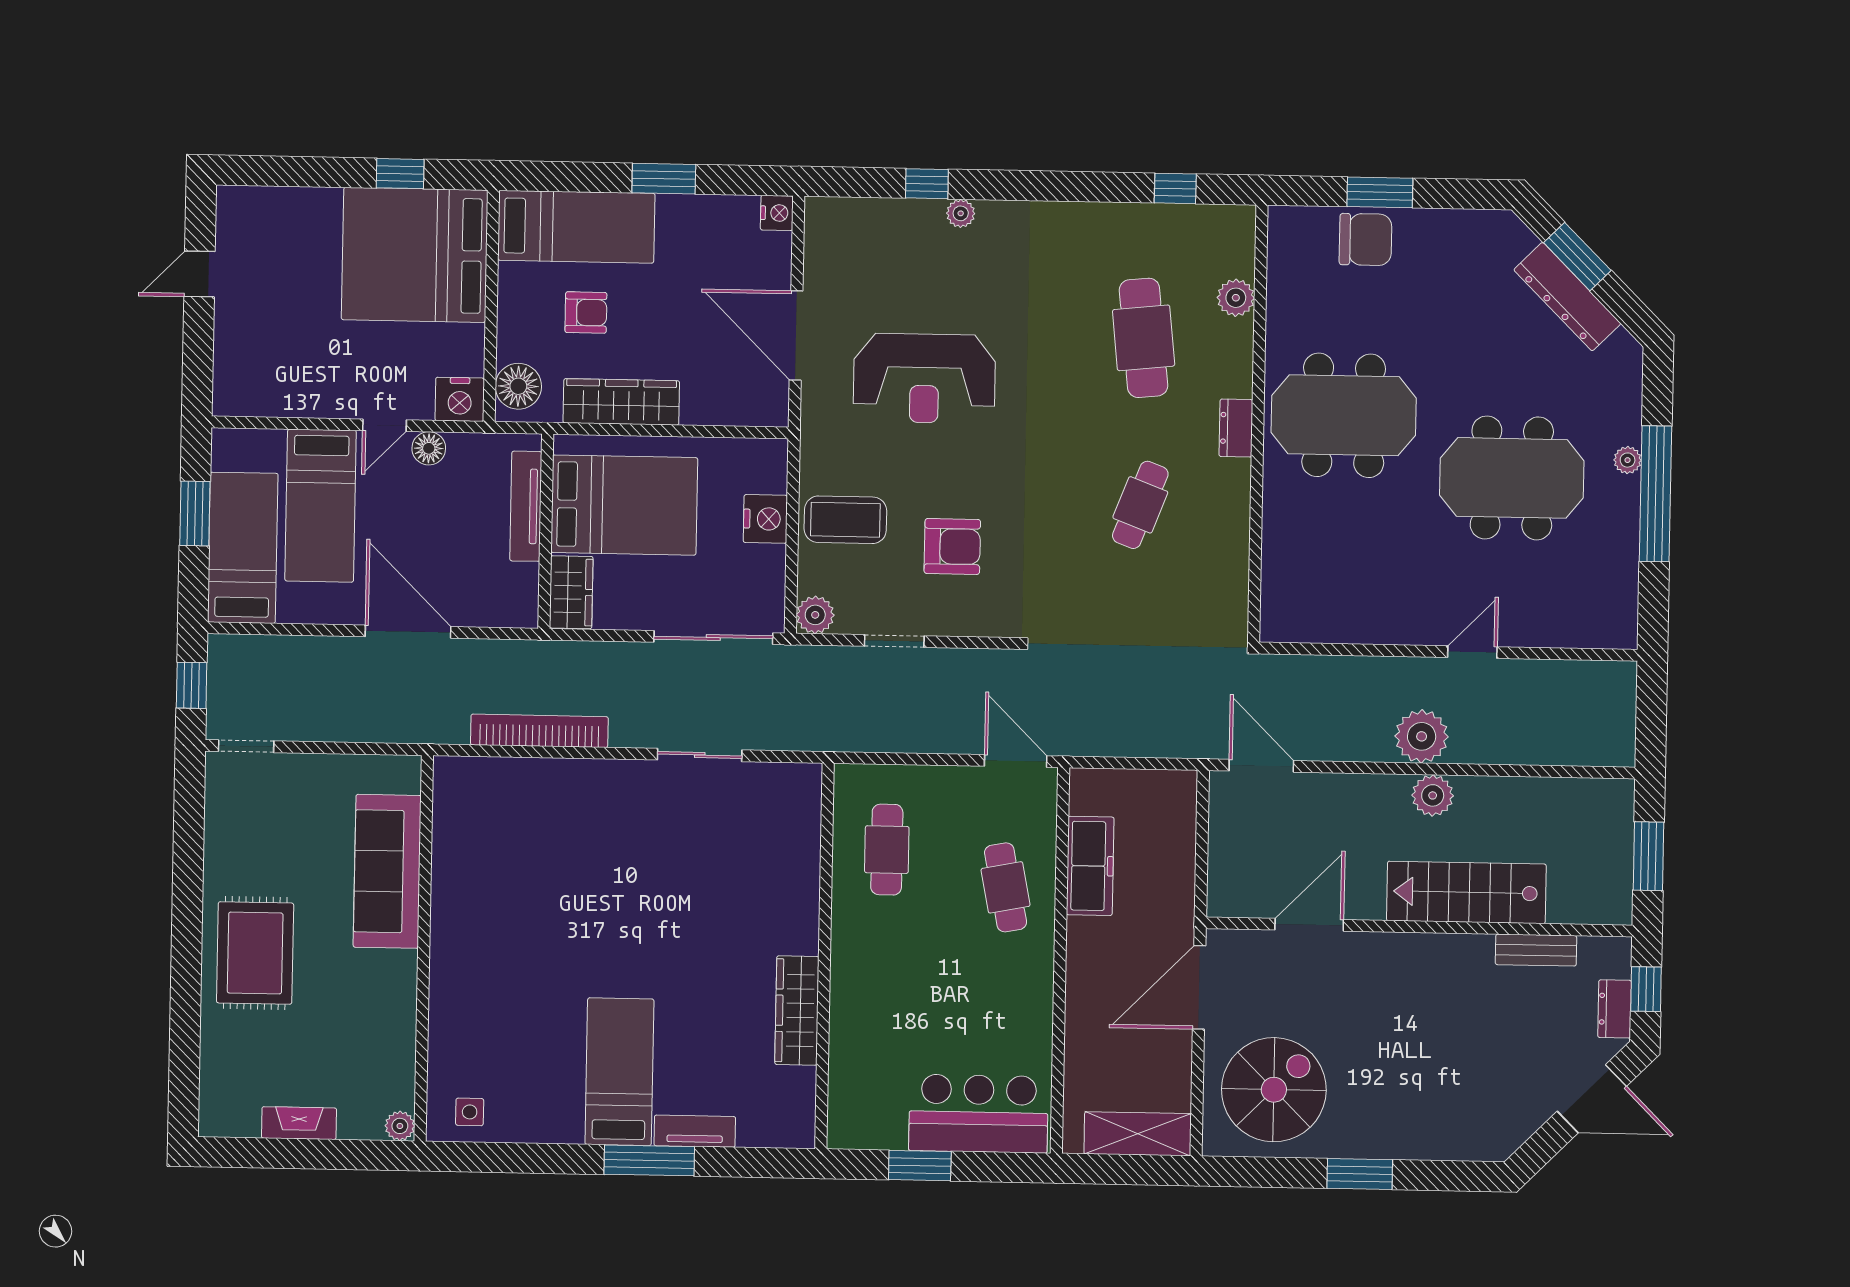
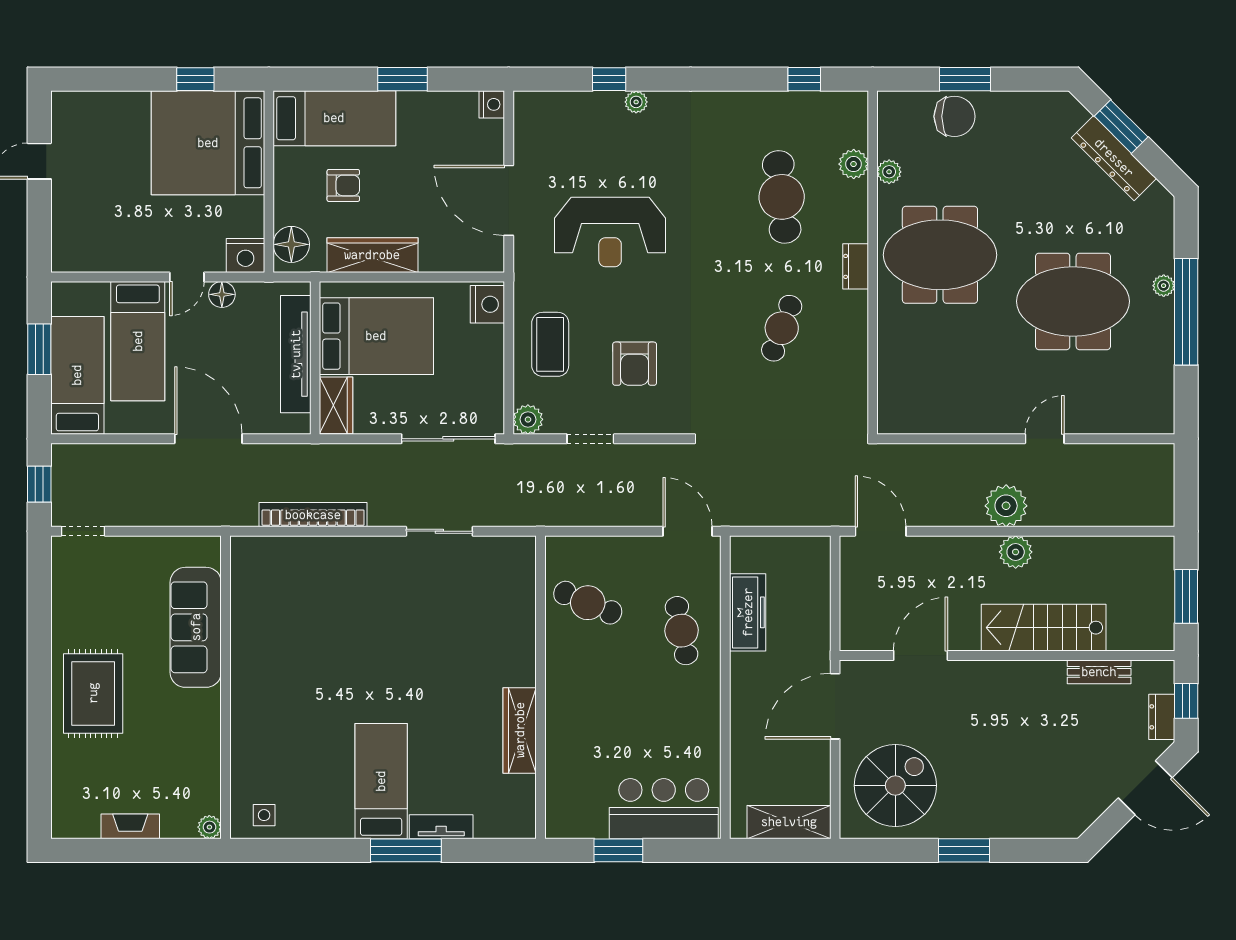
plant: (1281, 308) -> (889, 172), added
tv unit: (526, 506) -> (296, 354), width x1.36, depth x1.29
nightstand: (765, 519) -> (487, 304), moved
coffee table: (845, 520) -> (550, 344), turned 90
armchair: (952, 546) -> (635, 364), turned 90
cafe table: (887, 850) -> (588, 603), turned -67

